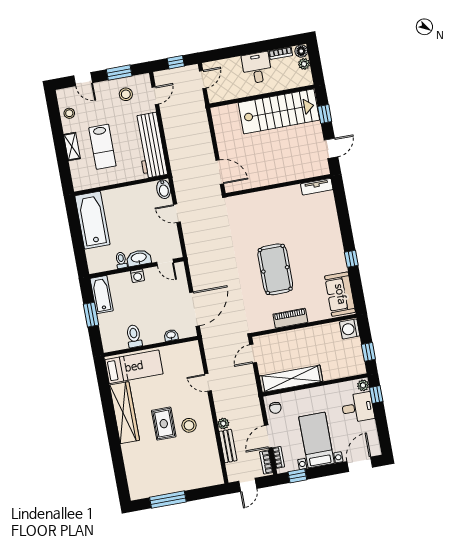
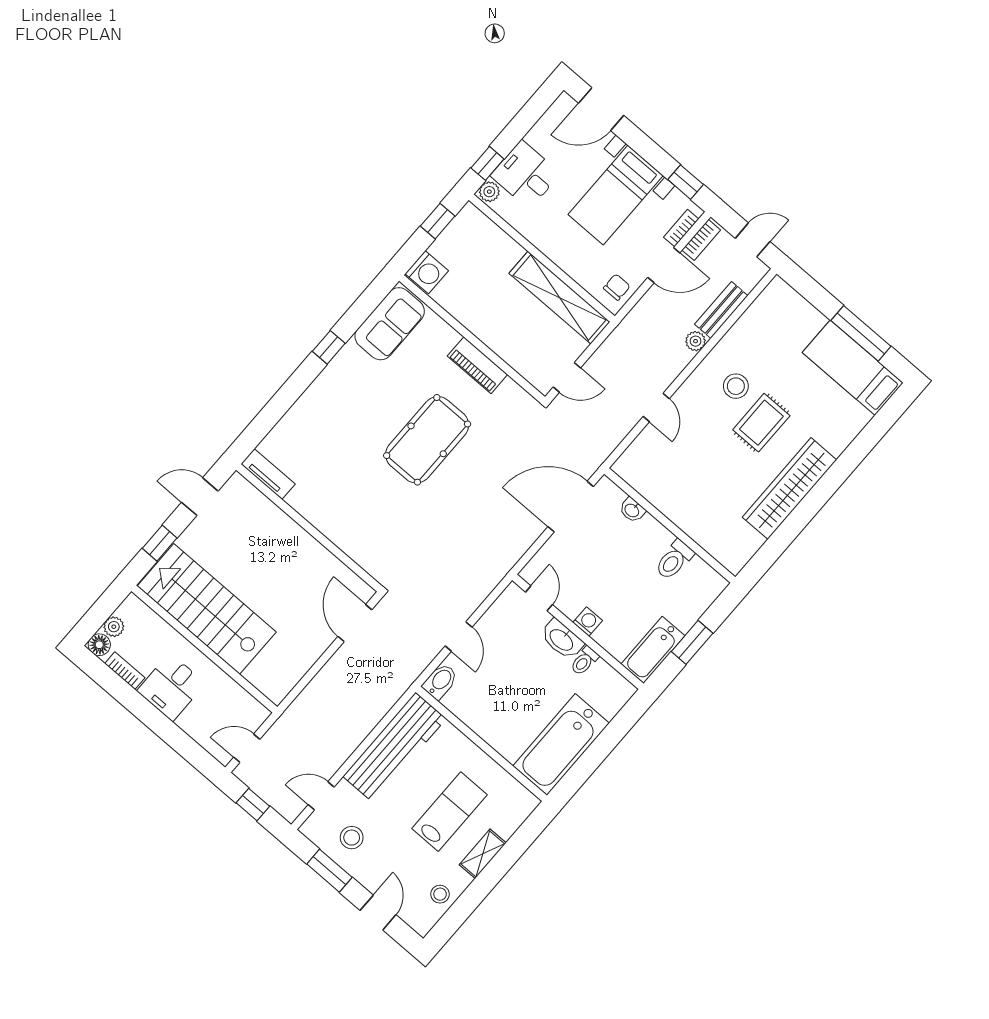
bed: (134, 367) -> (853, 368), moved

